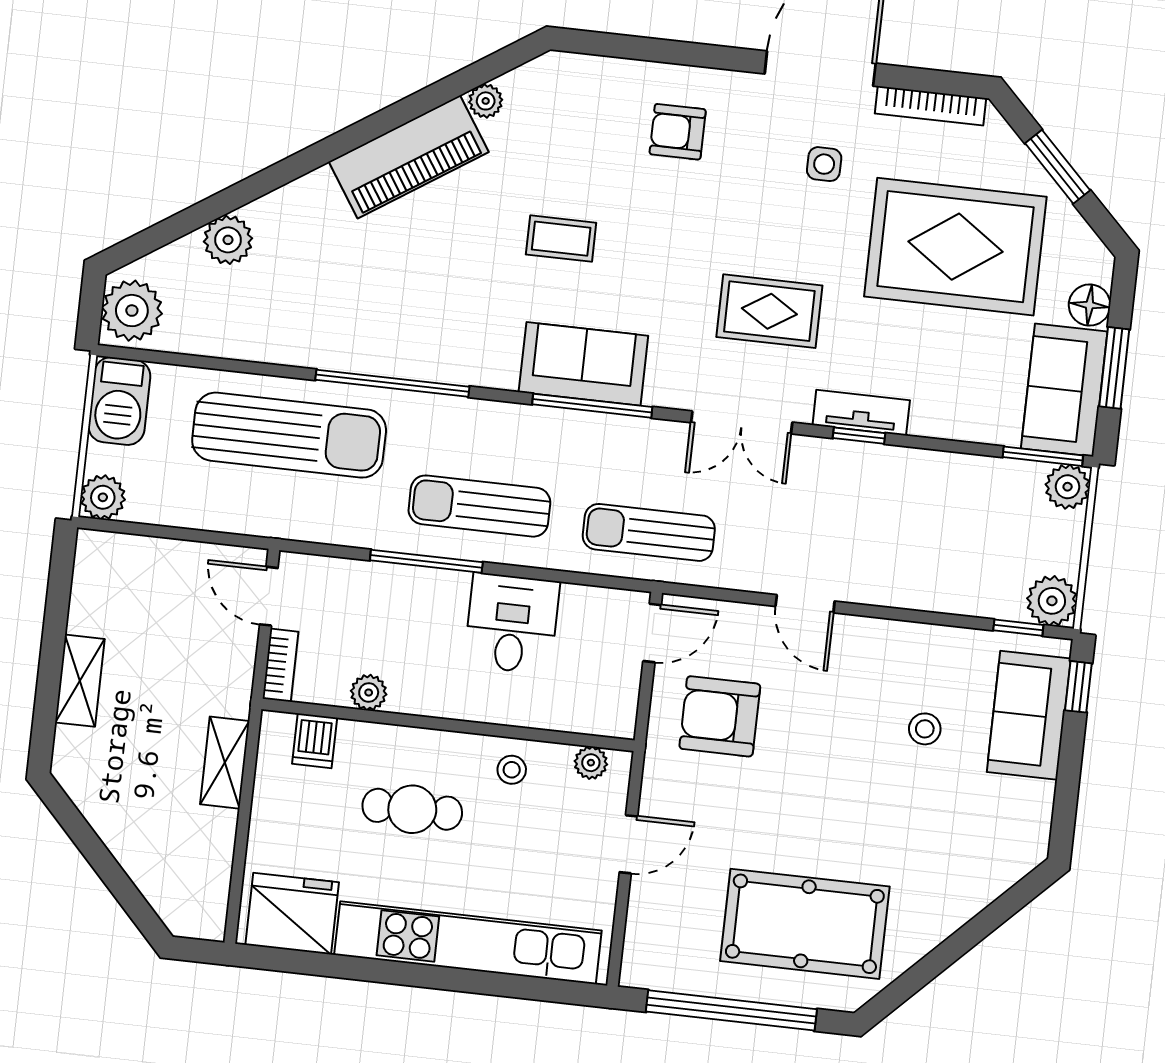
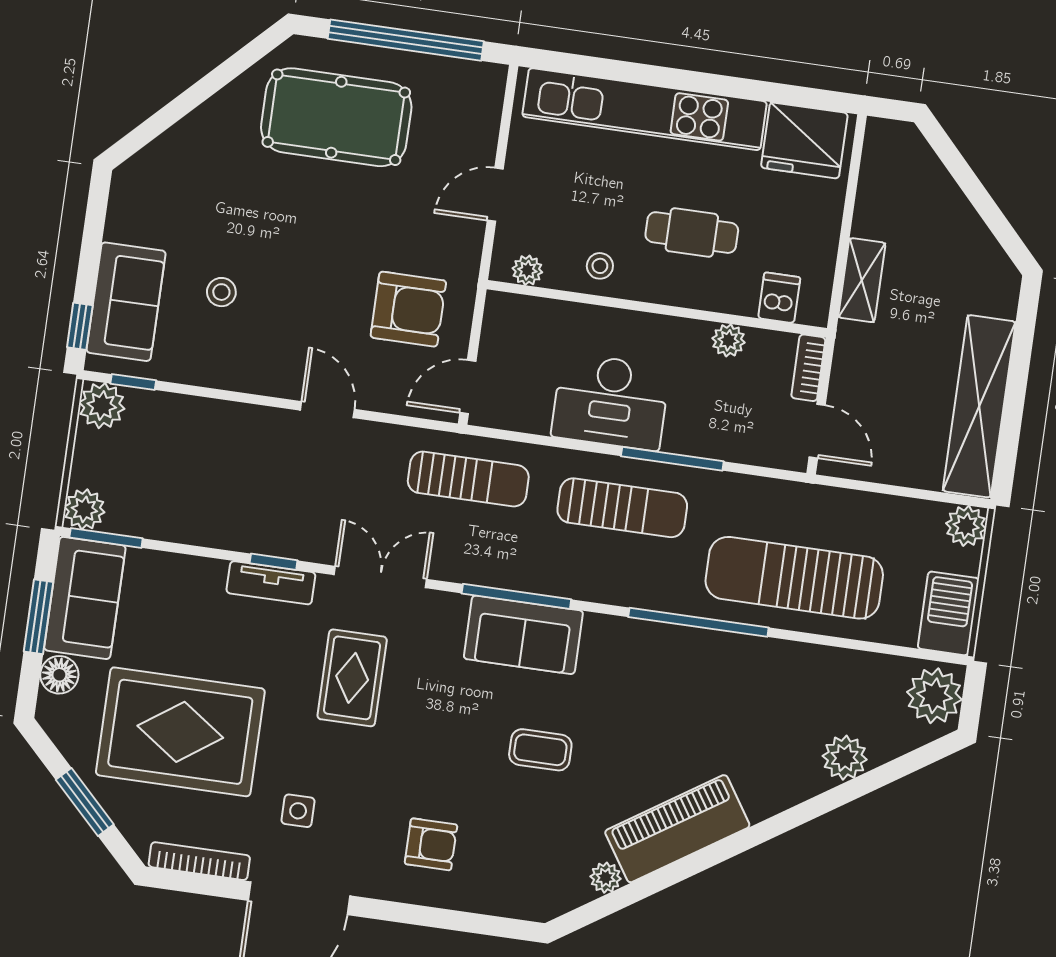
rug: (769, 311) -> (352, 678), turned 90
desk: (512, 623) -> (611, 402), width x1.37
shelving: (80, 681) -> (979, 406), width x2.20, depth x1.33

